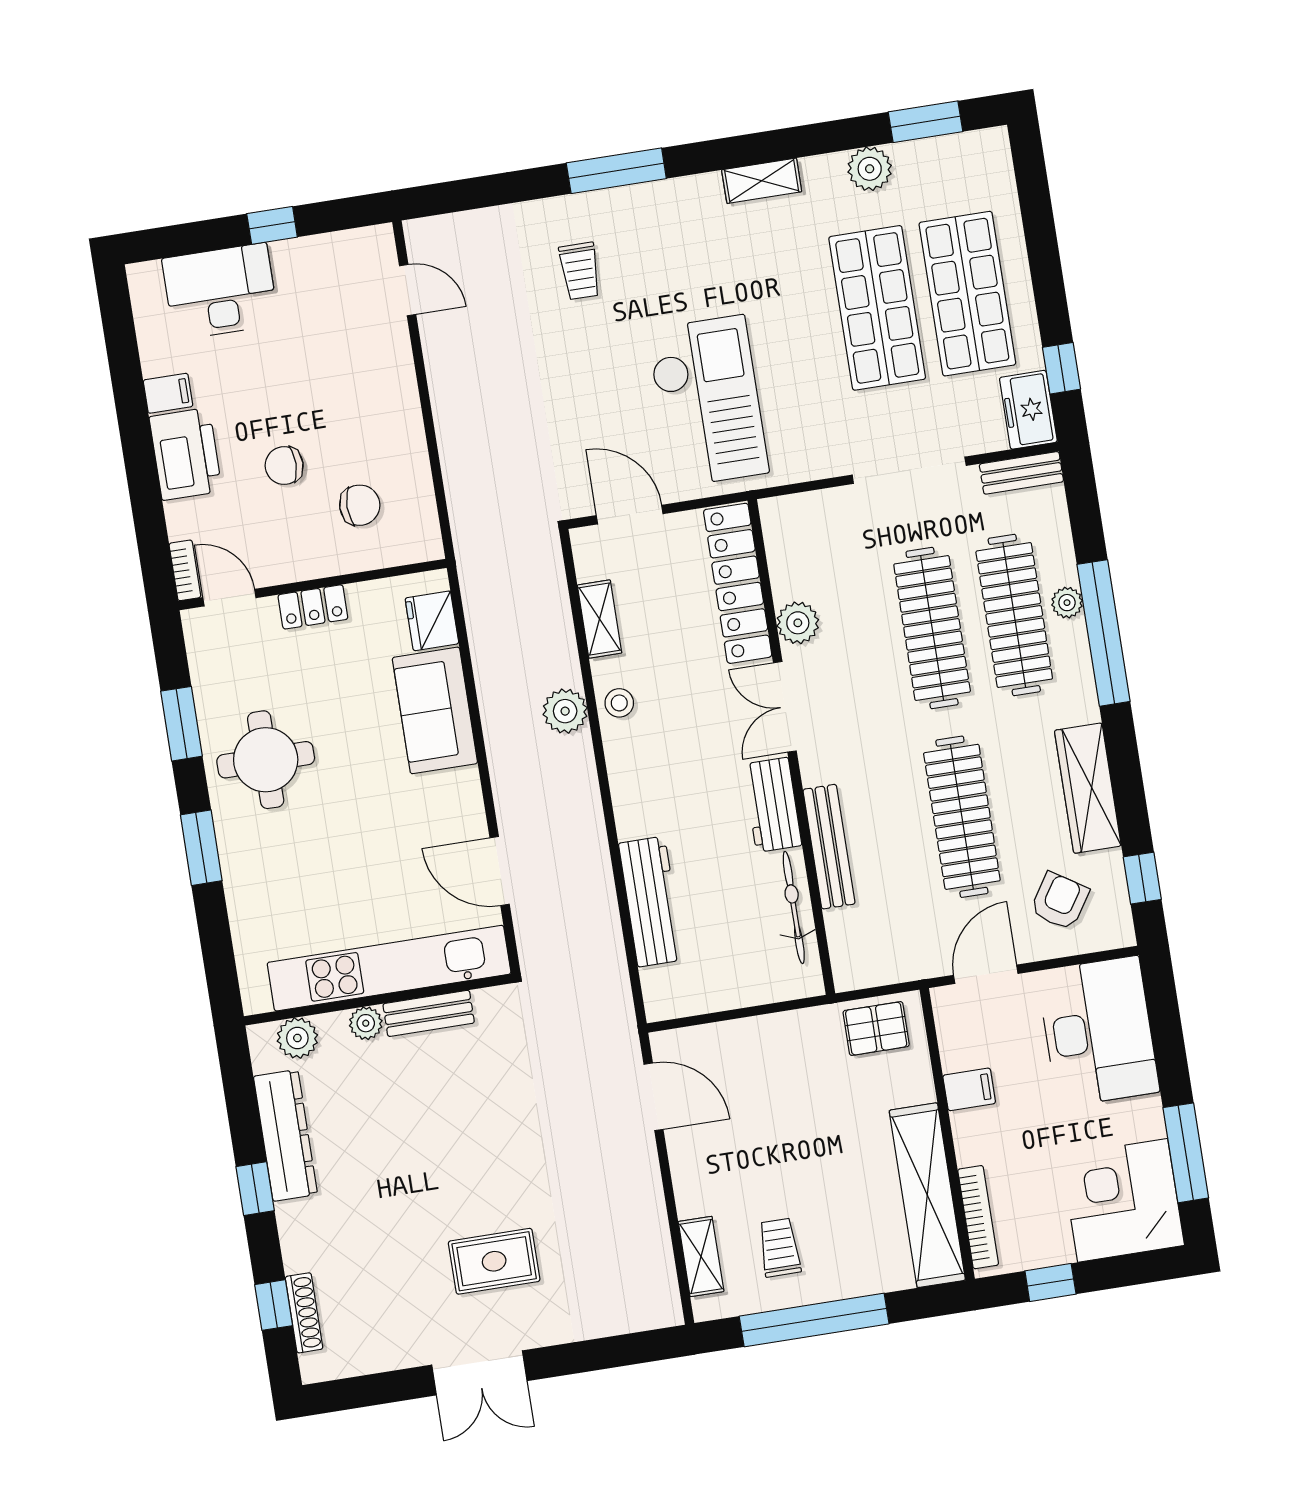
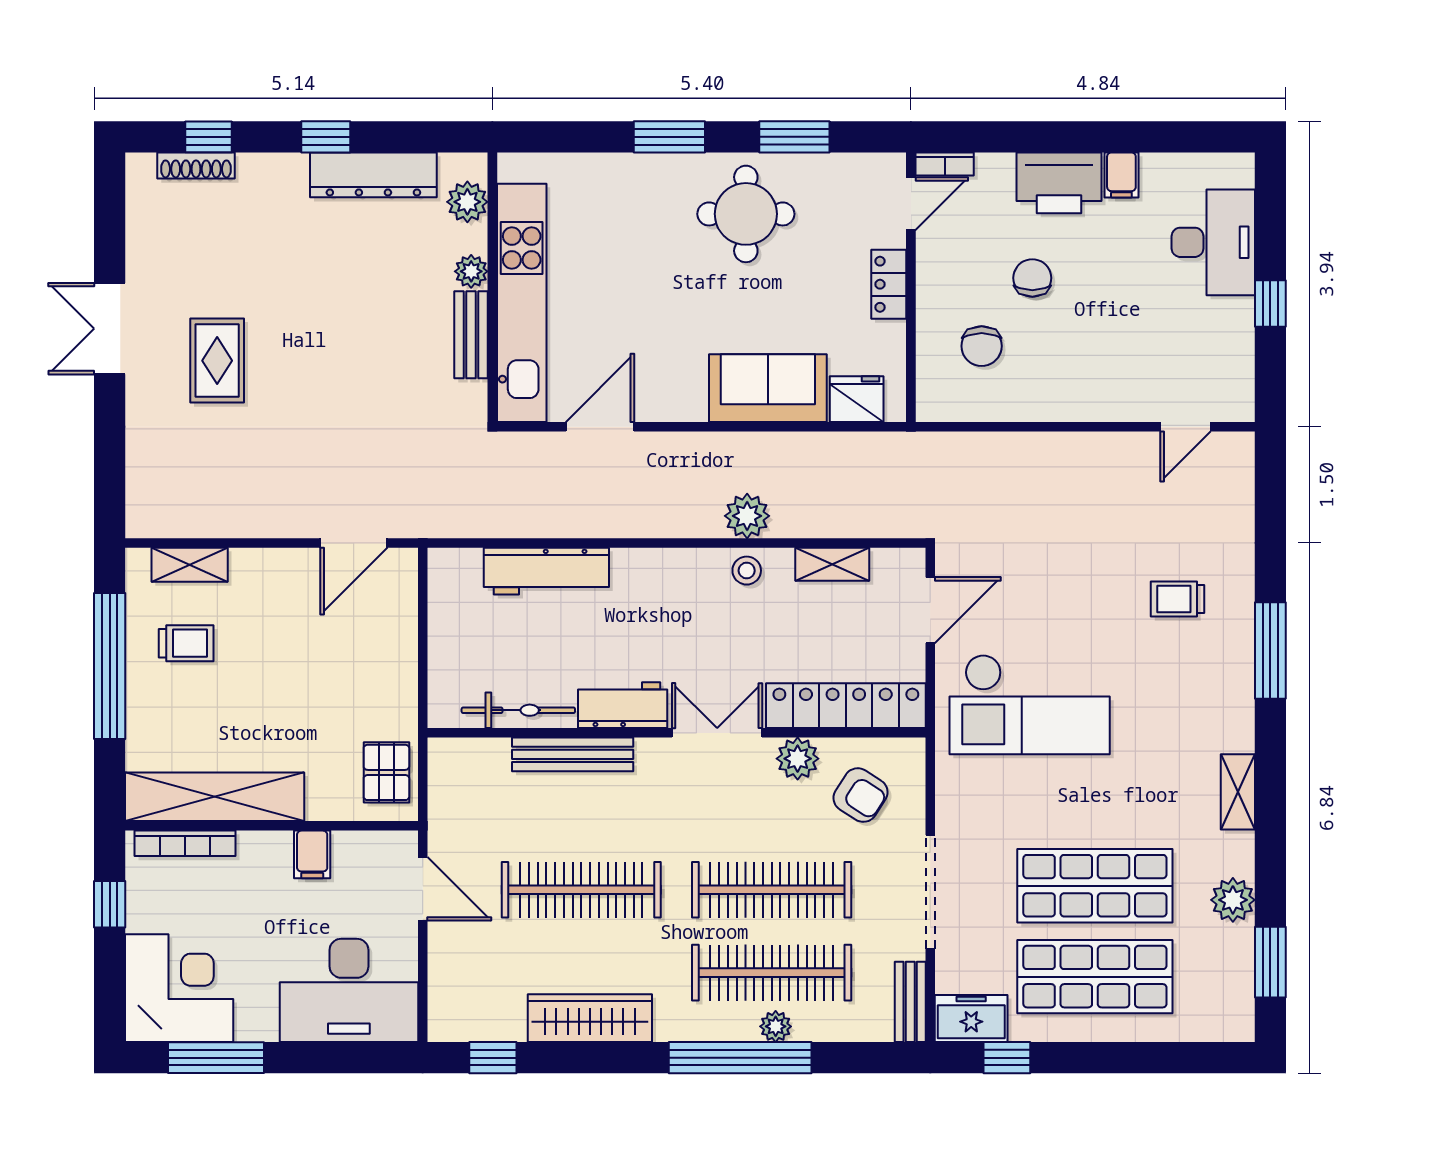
armchair: (1060, 901) -> (861, 795), moved

